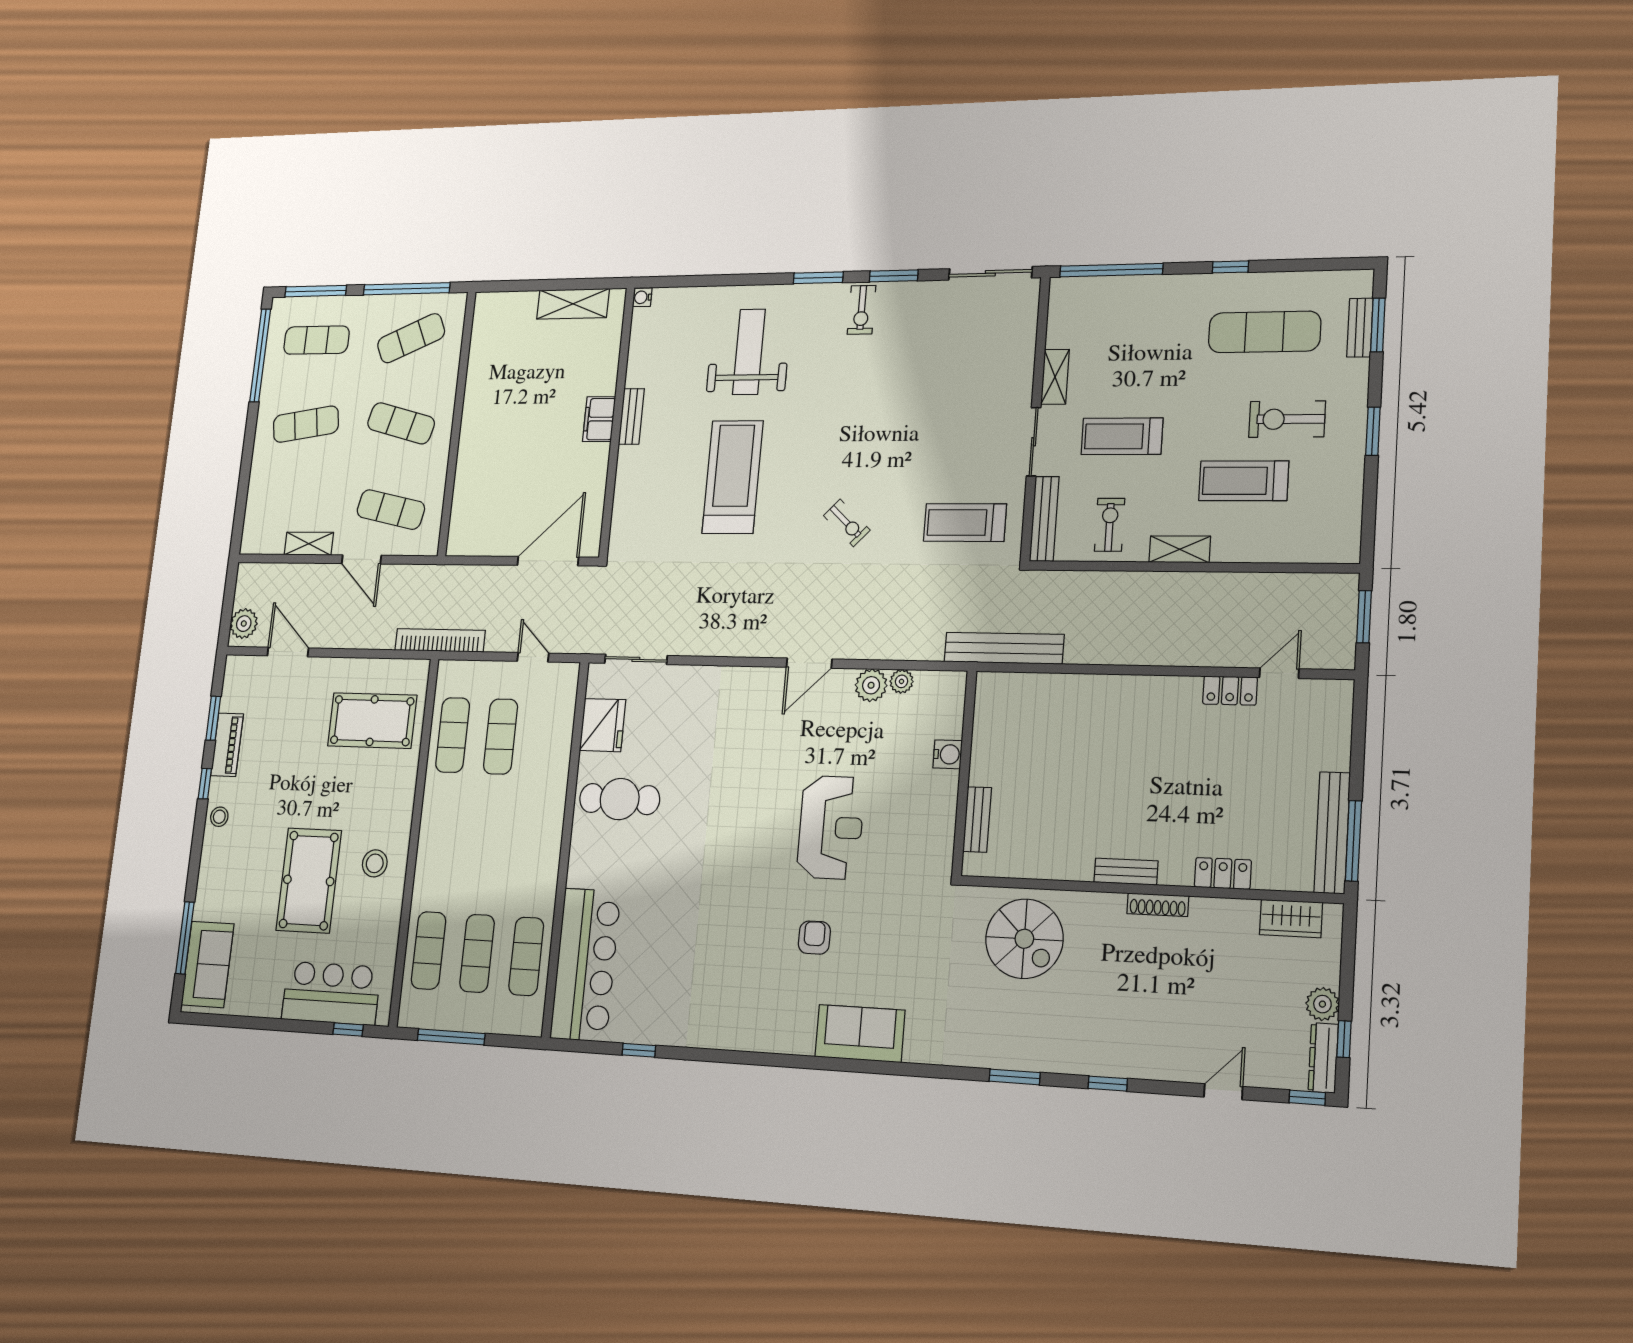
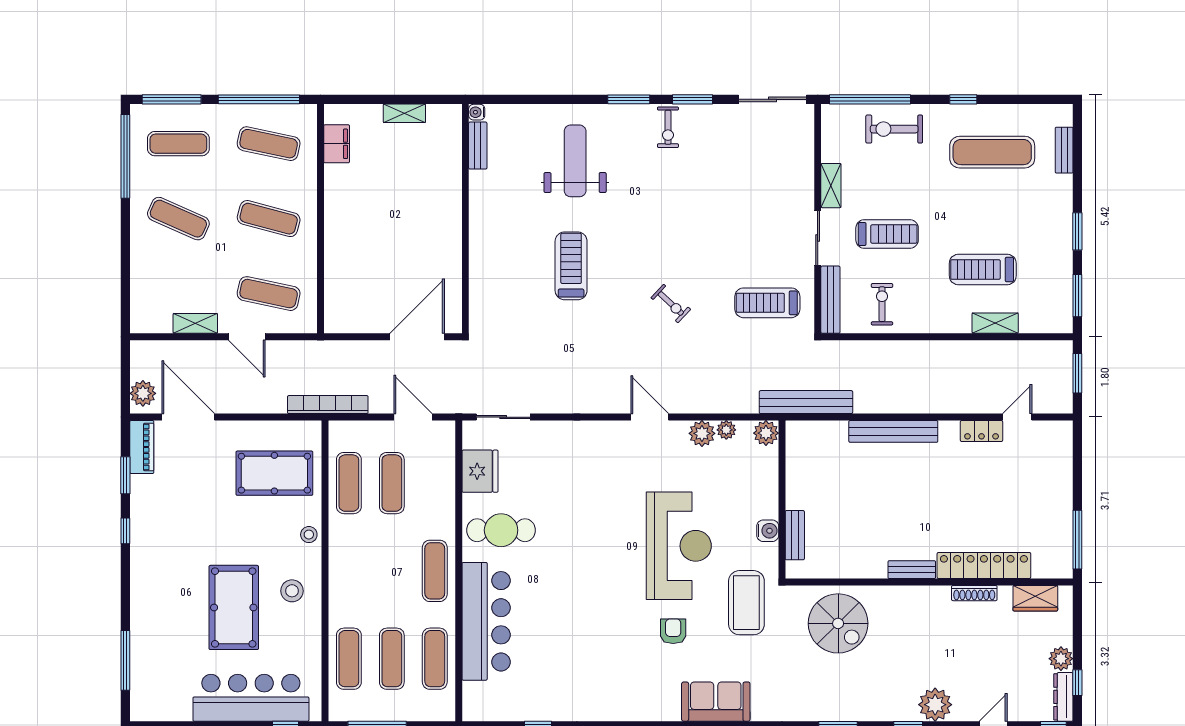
shelving: (573, 304) -> (404, 113), width x0.67, depth x0.75
window: (1378, 325) -> (1077, 296), moved
exercise mat: (411, 338) -> (269, 144), turned 36
bench: (631, 416) -> (478, 146), moved
filing cabinet: (599, 419) -> (337, 144), moved, turned 180
exercise bike: (1287, 419) -> (894, 129), moved
exercise mat: (306, 424) -> (178, 219), turned 33
treadmill: (1122, 436) -> (887, 234), turned 180
treadmill: (733, 477) -> (571, 266), width x0.73, depth x0.73
shelving: (1180, 549) -> (995, 323), moved
door: (288, 652) -> (188, 417), width x1.36
door: (533, 657) -> (413, 417), width x1.38
door: (809, 663) -> (650, 417), swing flipped
plant: (951, 687) -> (766, 433), added
piano: (227, 745) -> (142, 447), moved
water cooler: (948, 754) -> (768, 531), moved
stool: (219, 817) -> (309, 535), moved
reception desk: (831, 827) -> (679, 546), width x1.36, depth x1.30
bench: (1332, 833) -> (893, 431), moved, turned 90
exercise mat: (538, 846) -> (435, 571), added
locker: (1223, 873) -> (984, 565), width x2.16, depth x1.21
coffee table: (909, 905) -> (746, 603), added
shoe rack: (1158, 905) -> (974, 593), moved
sofa: (208, 964) -> (150, 681), removed
bar counter: (585, 965) -> (486, 621), moved
bar counter: (331, 993) -> (251, 698), width x1.36
plant: (1146, 1057) -> (935, 705), added

